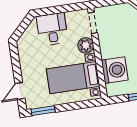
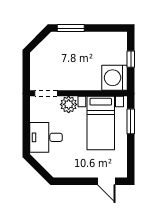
washing machine: (115, 70) -> (115, 78), moved, turned -90
window: (43, 111) -> (131, 121), moved

